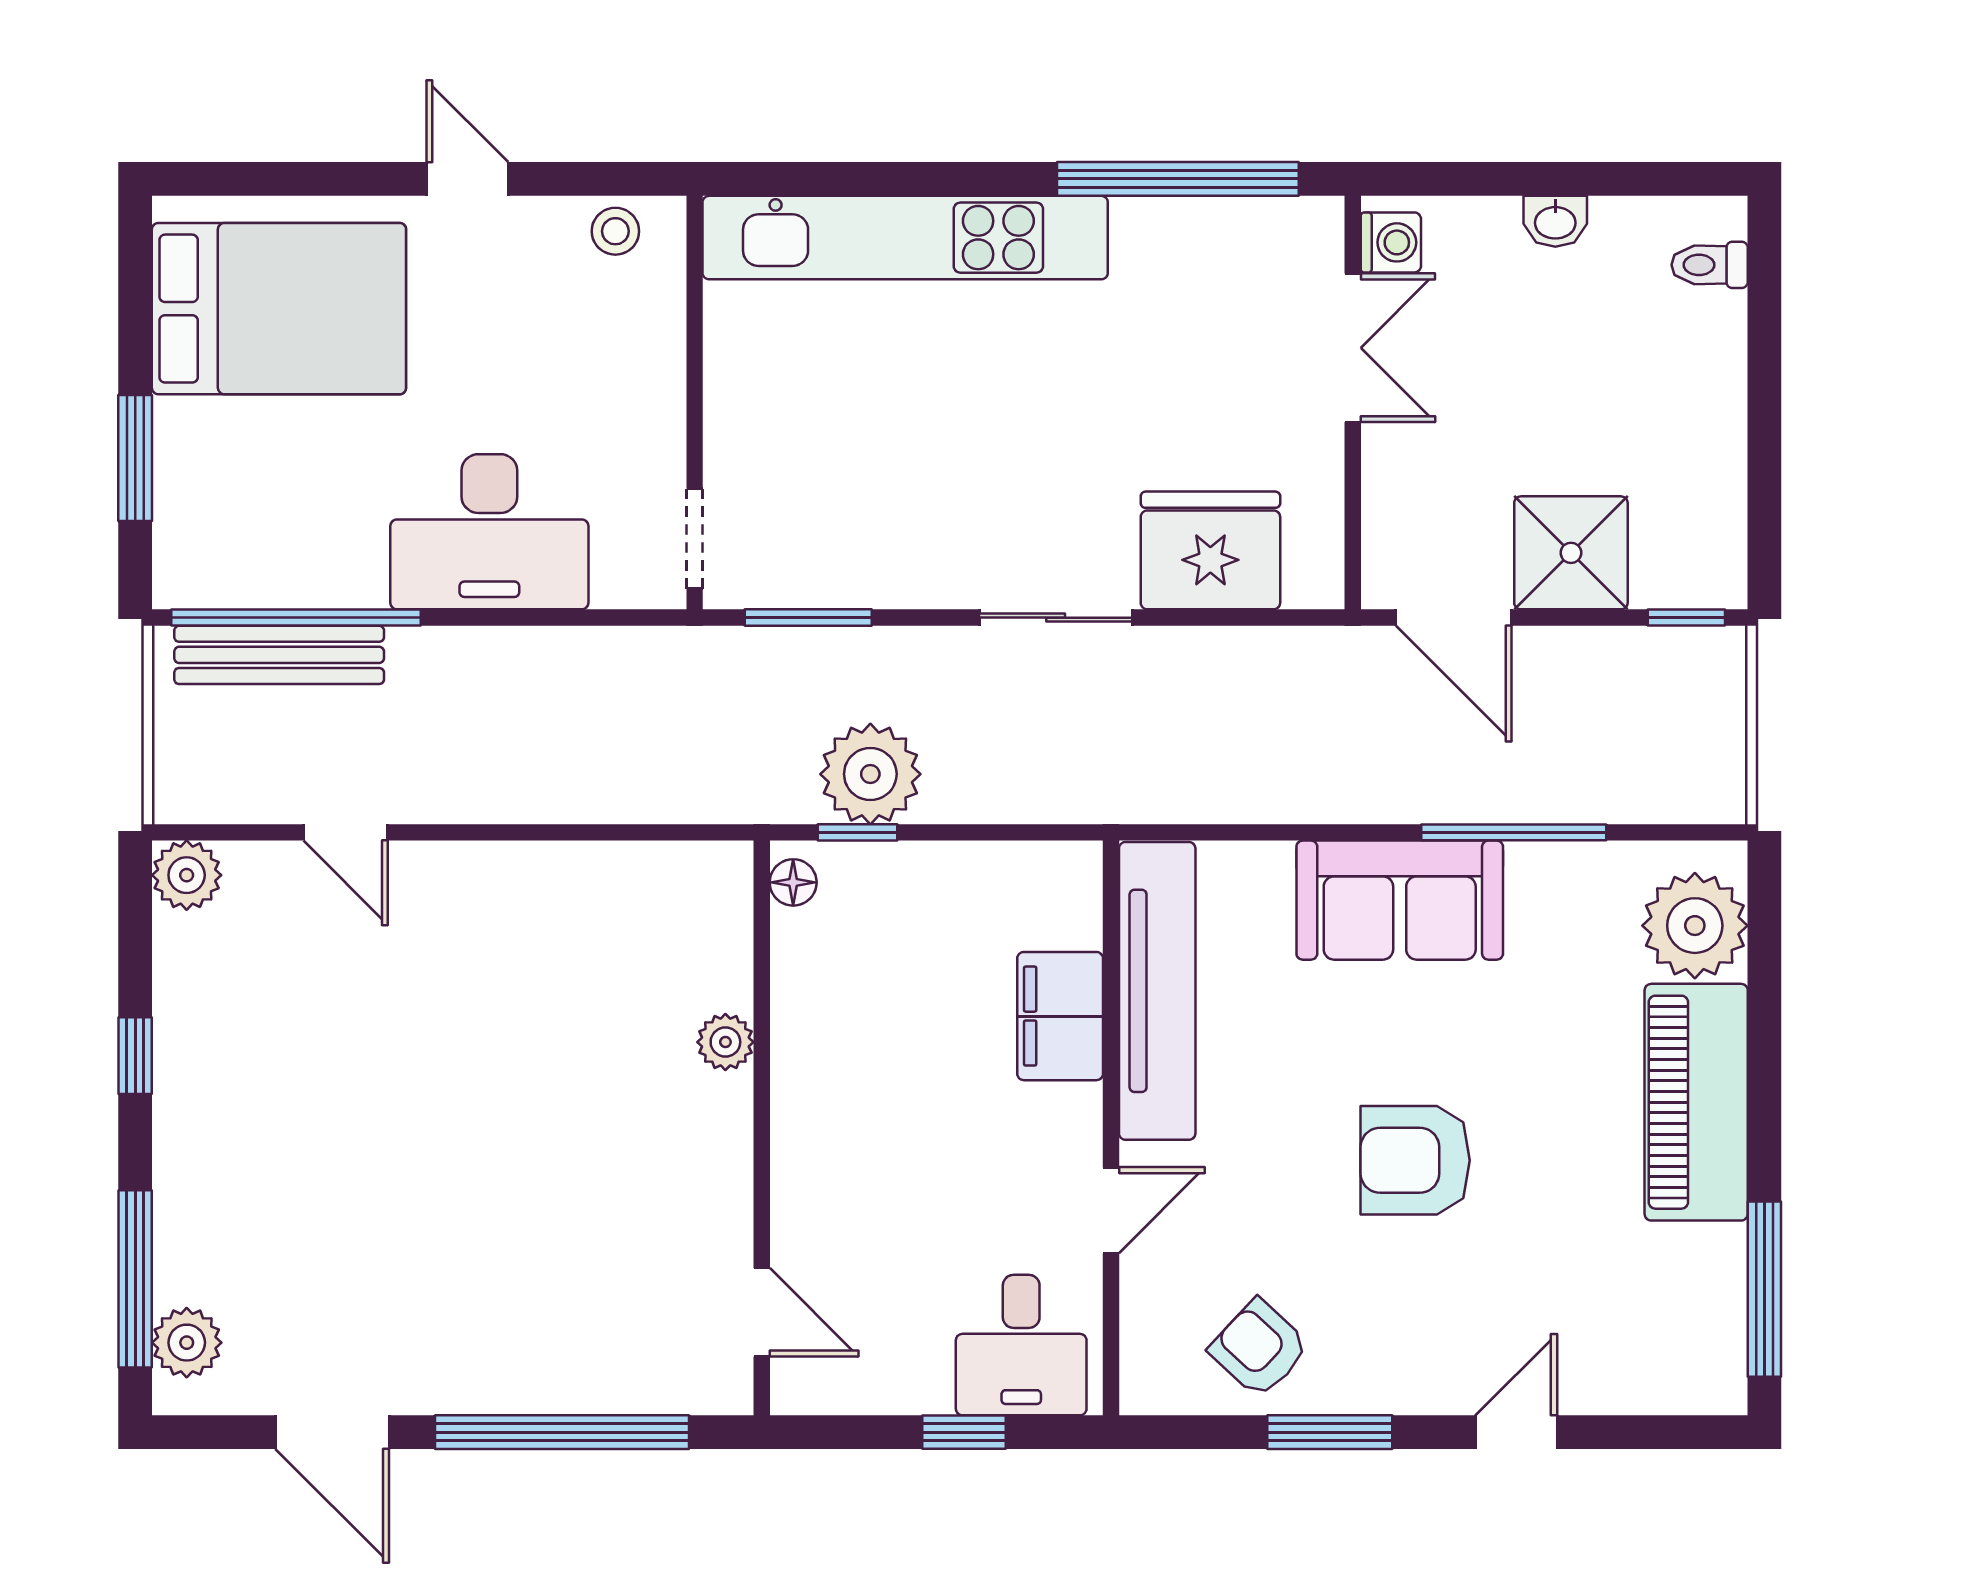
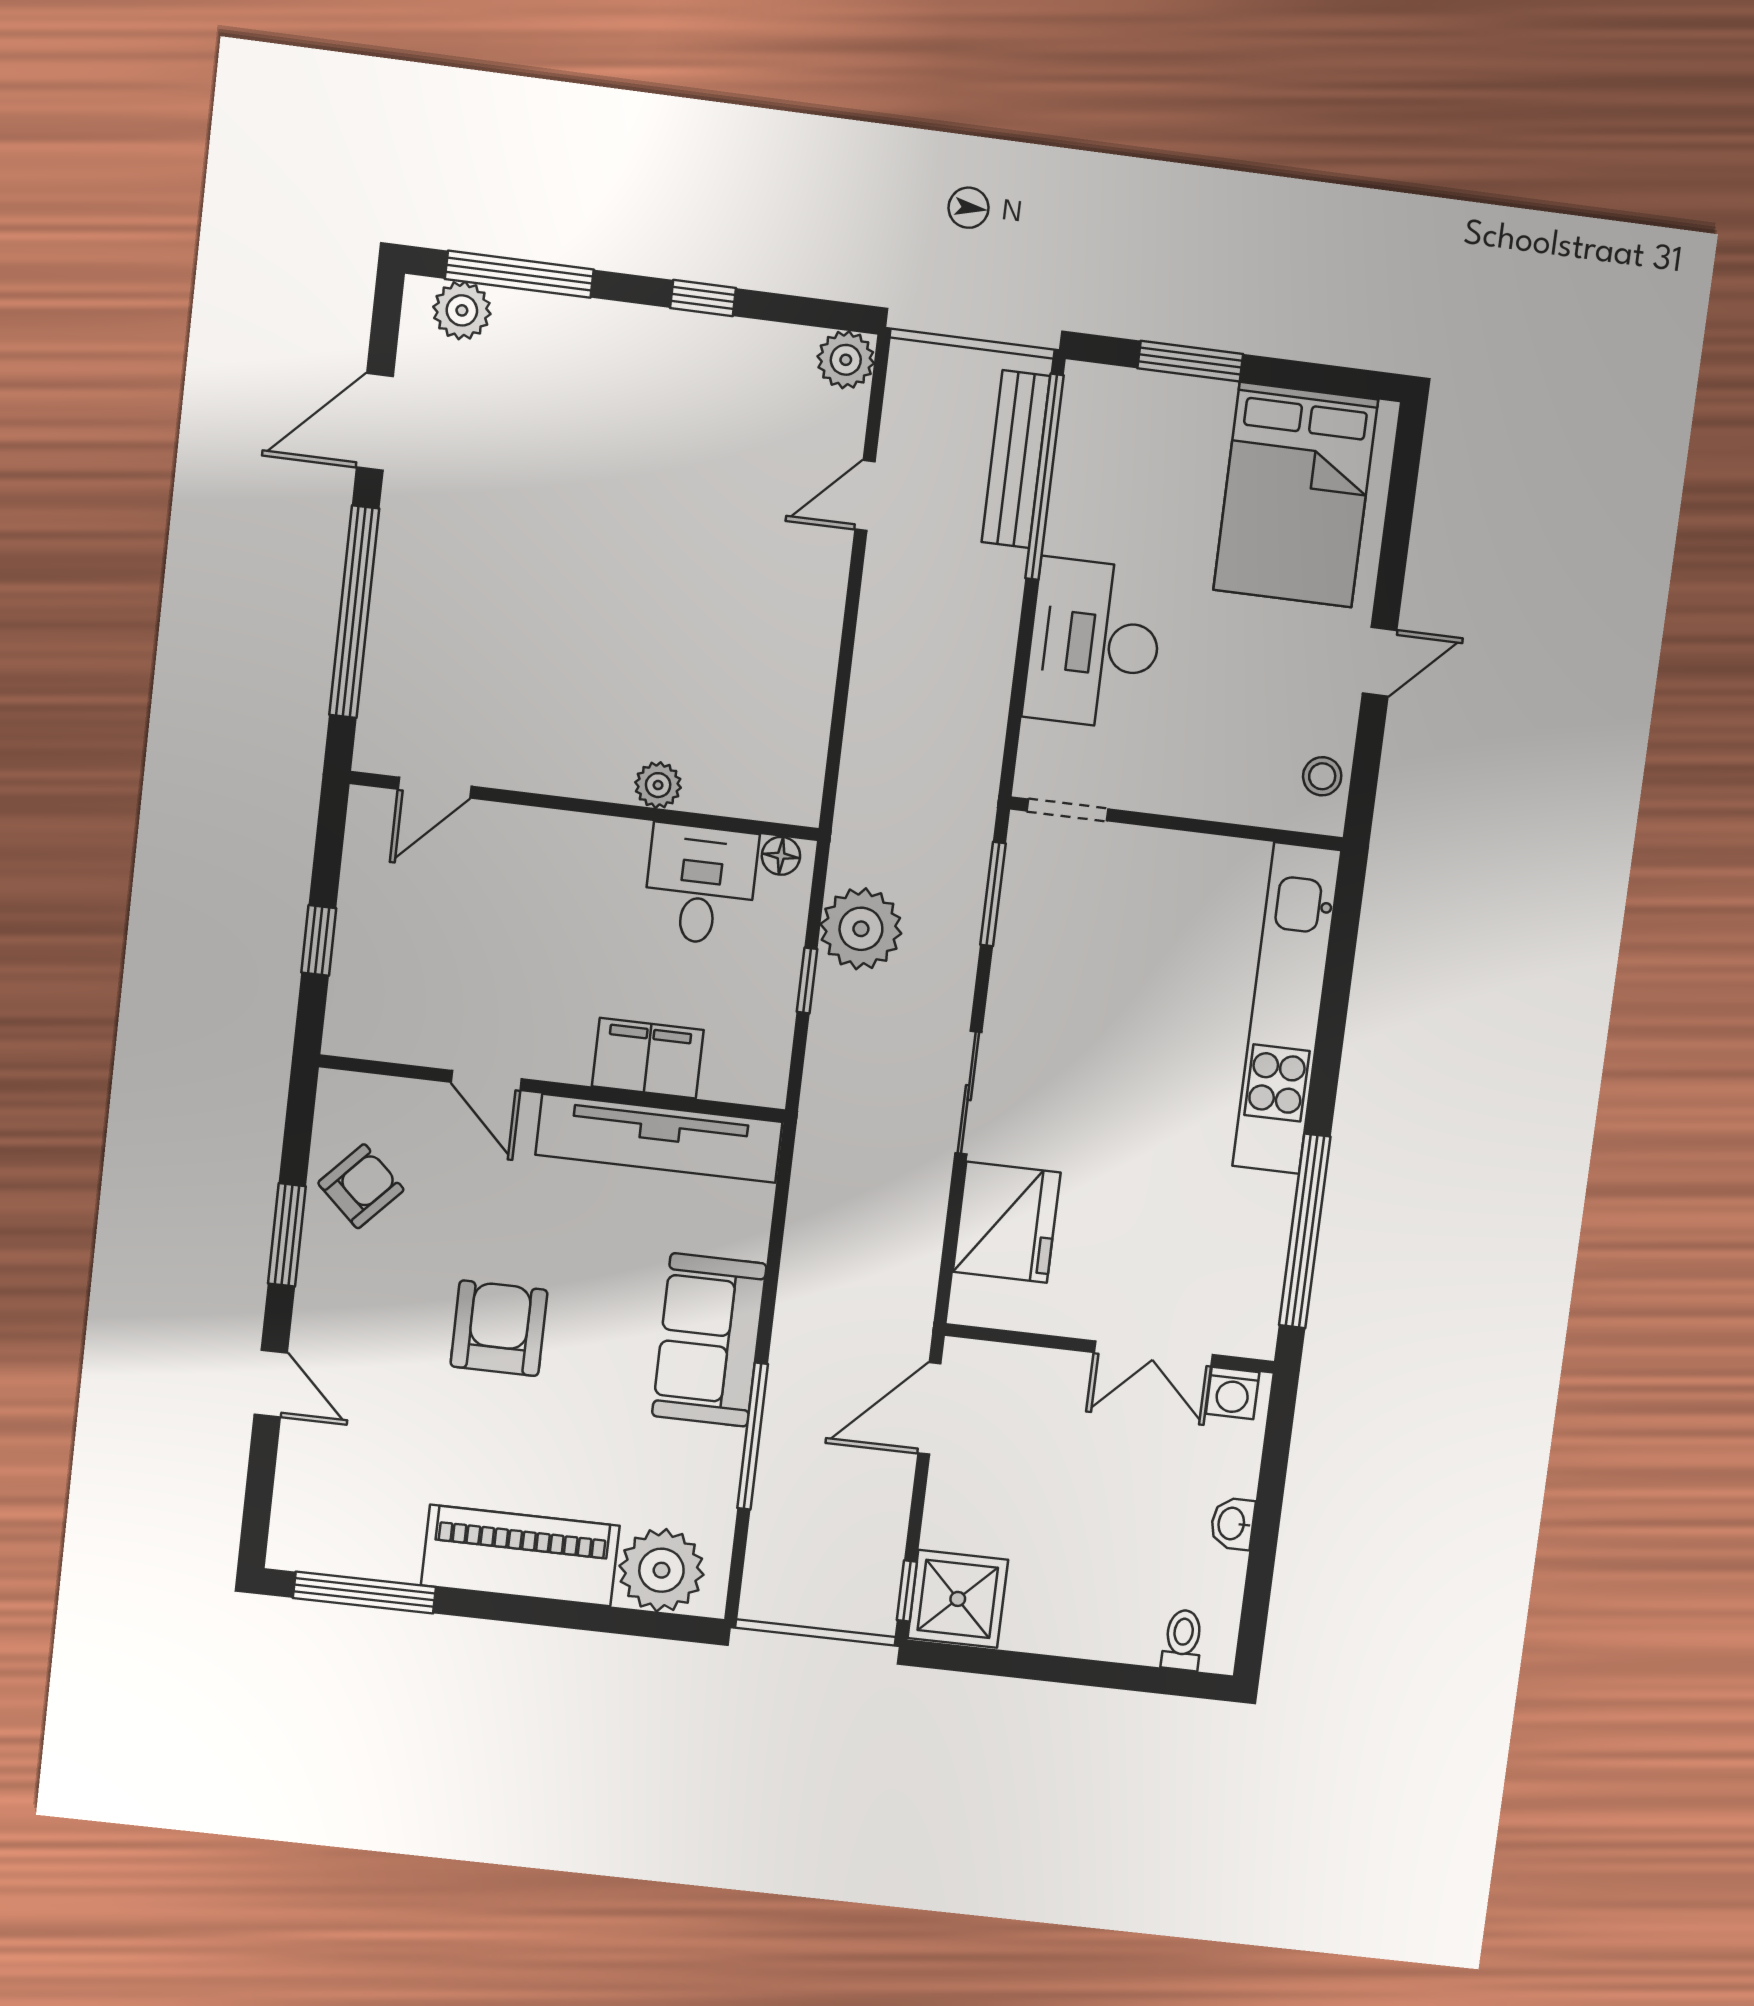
shower: (1571, 553) -> (958, 1599), moved
window: (857, 832) -> (807, 980), moved
desk: (1021, 1345) -> (700, 885), moved, turned 90

